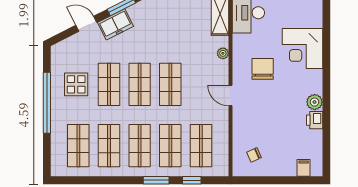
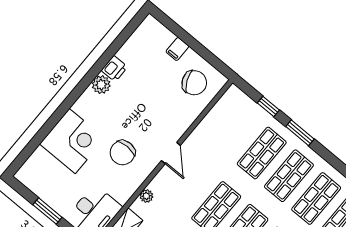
shop shelf: (201, 146) -> (234, 130), removed
chair: (254, 155) -> (194, 83), width x1.87, depth x1.87
filing cabinet: (304, 168) -> (177, 49), moved

